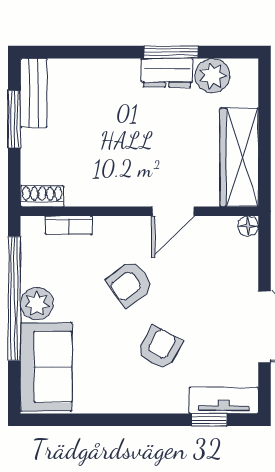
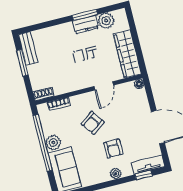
armchair: (160, 348) -> (113, 148), turned 151
plant: (151, 402) -> (116, 174), added

